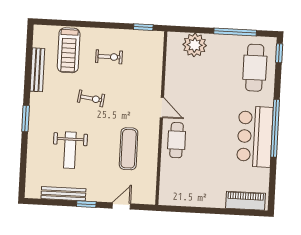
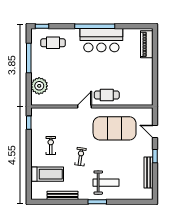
cafe table: (255, 68) -> (53, 43), width x0.73, depth x0.74
exercise mat: (129, 149) -> (115, 128), width x2.00, depth x1.45
weight bench: (70, 150) -> (106, 183), moved

